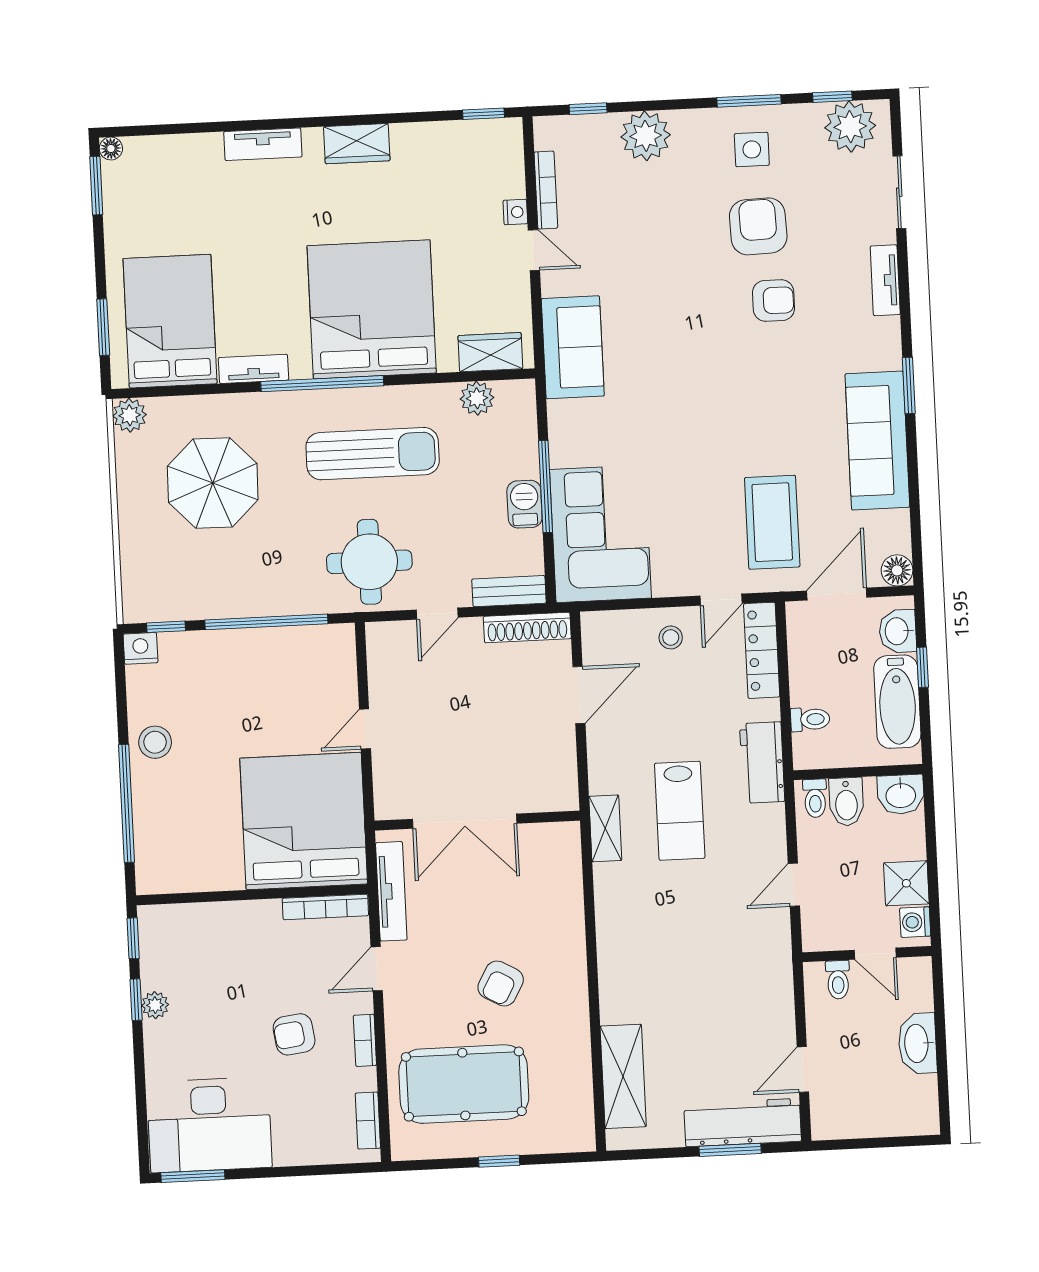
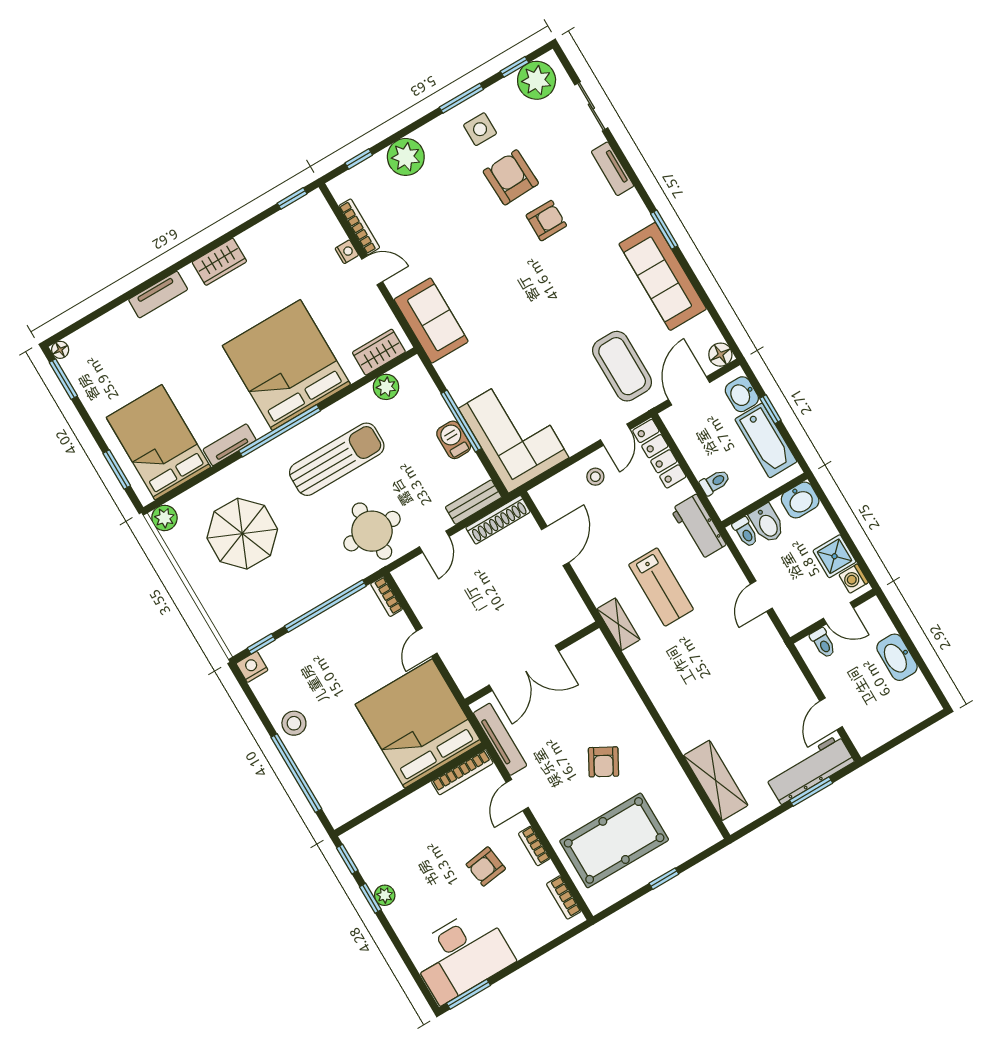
bookcase: (346, 649) -> (387, 596), added

